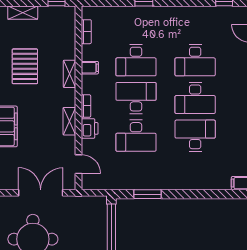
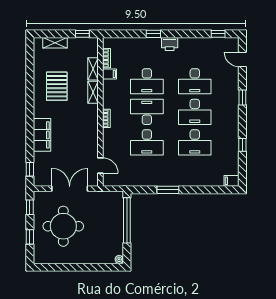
filing cabinet: (90, 68) -> (109, 74), moved
shelving: (69, 121) -> (93, 69), moved
printer: (90, 128) -> (170, 44), moved, turned 90
desk: (195, 136) -> (195, 142), turned 180
window: (147, 194) -> (168, 190), moved

